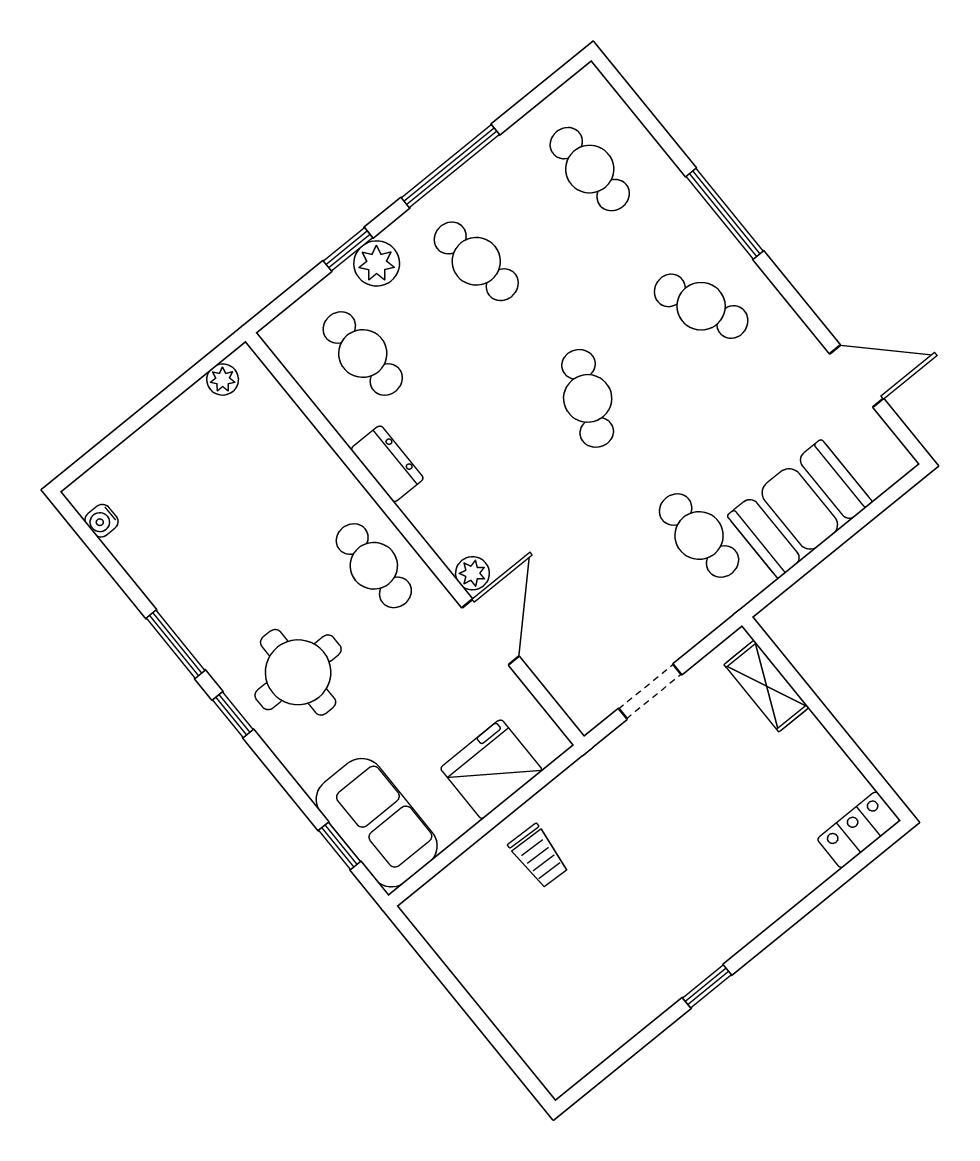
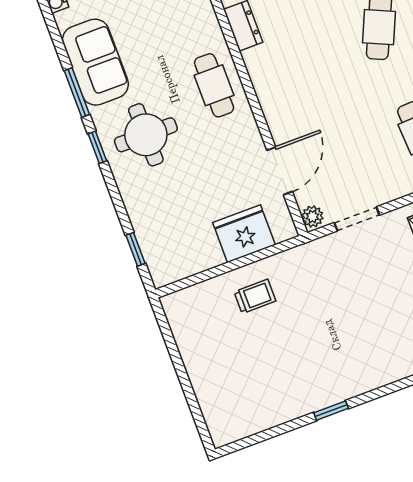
plant: (472, 573) -> (312, 217), moved
door: (491, 632) -> (280, 171), moved
sofa: (377, 823) -> (95, 62), moved
trolley: (539, 856) -> (255, 296), turned -92

